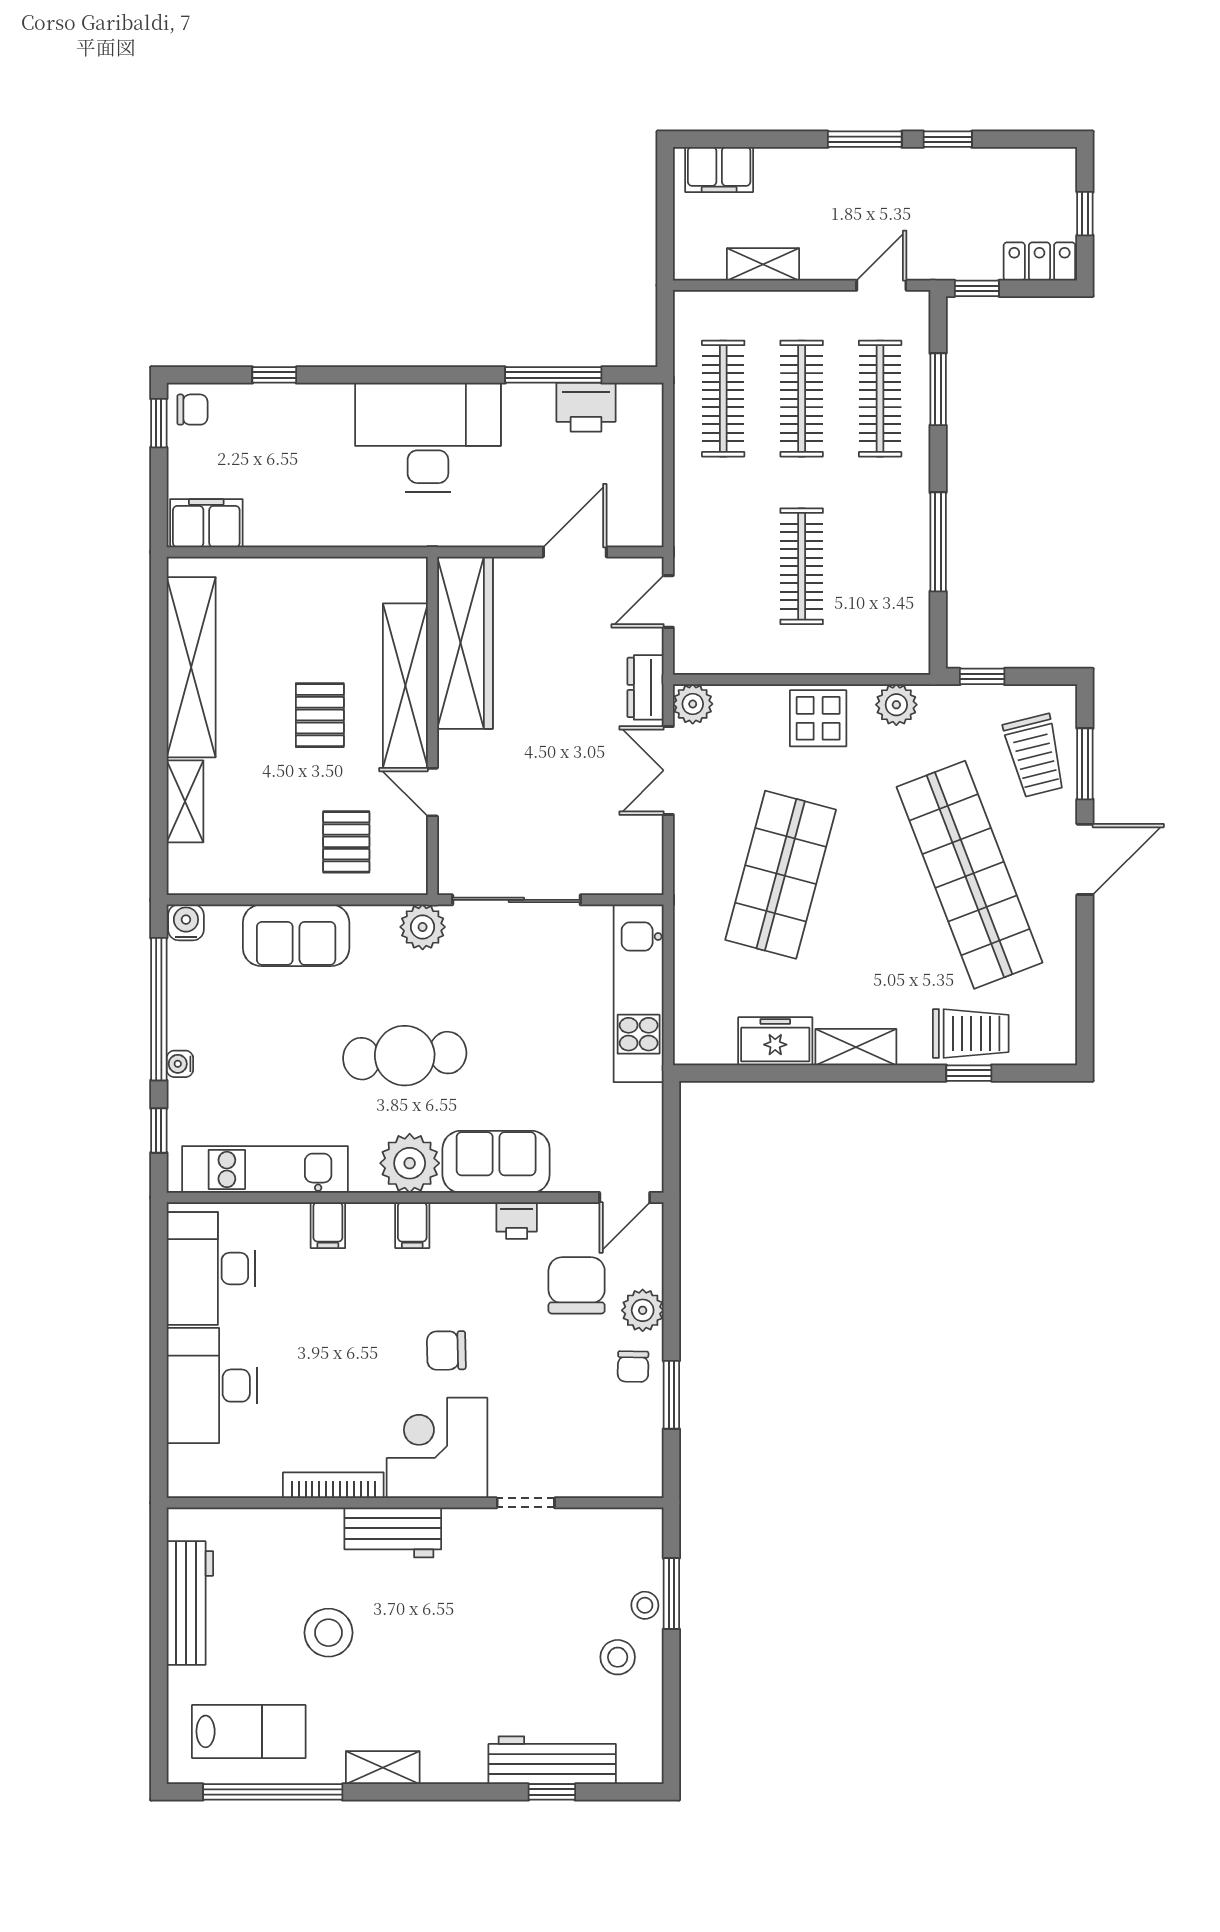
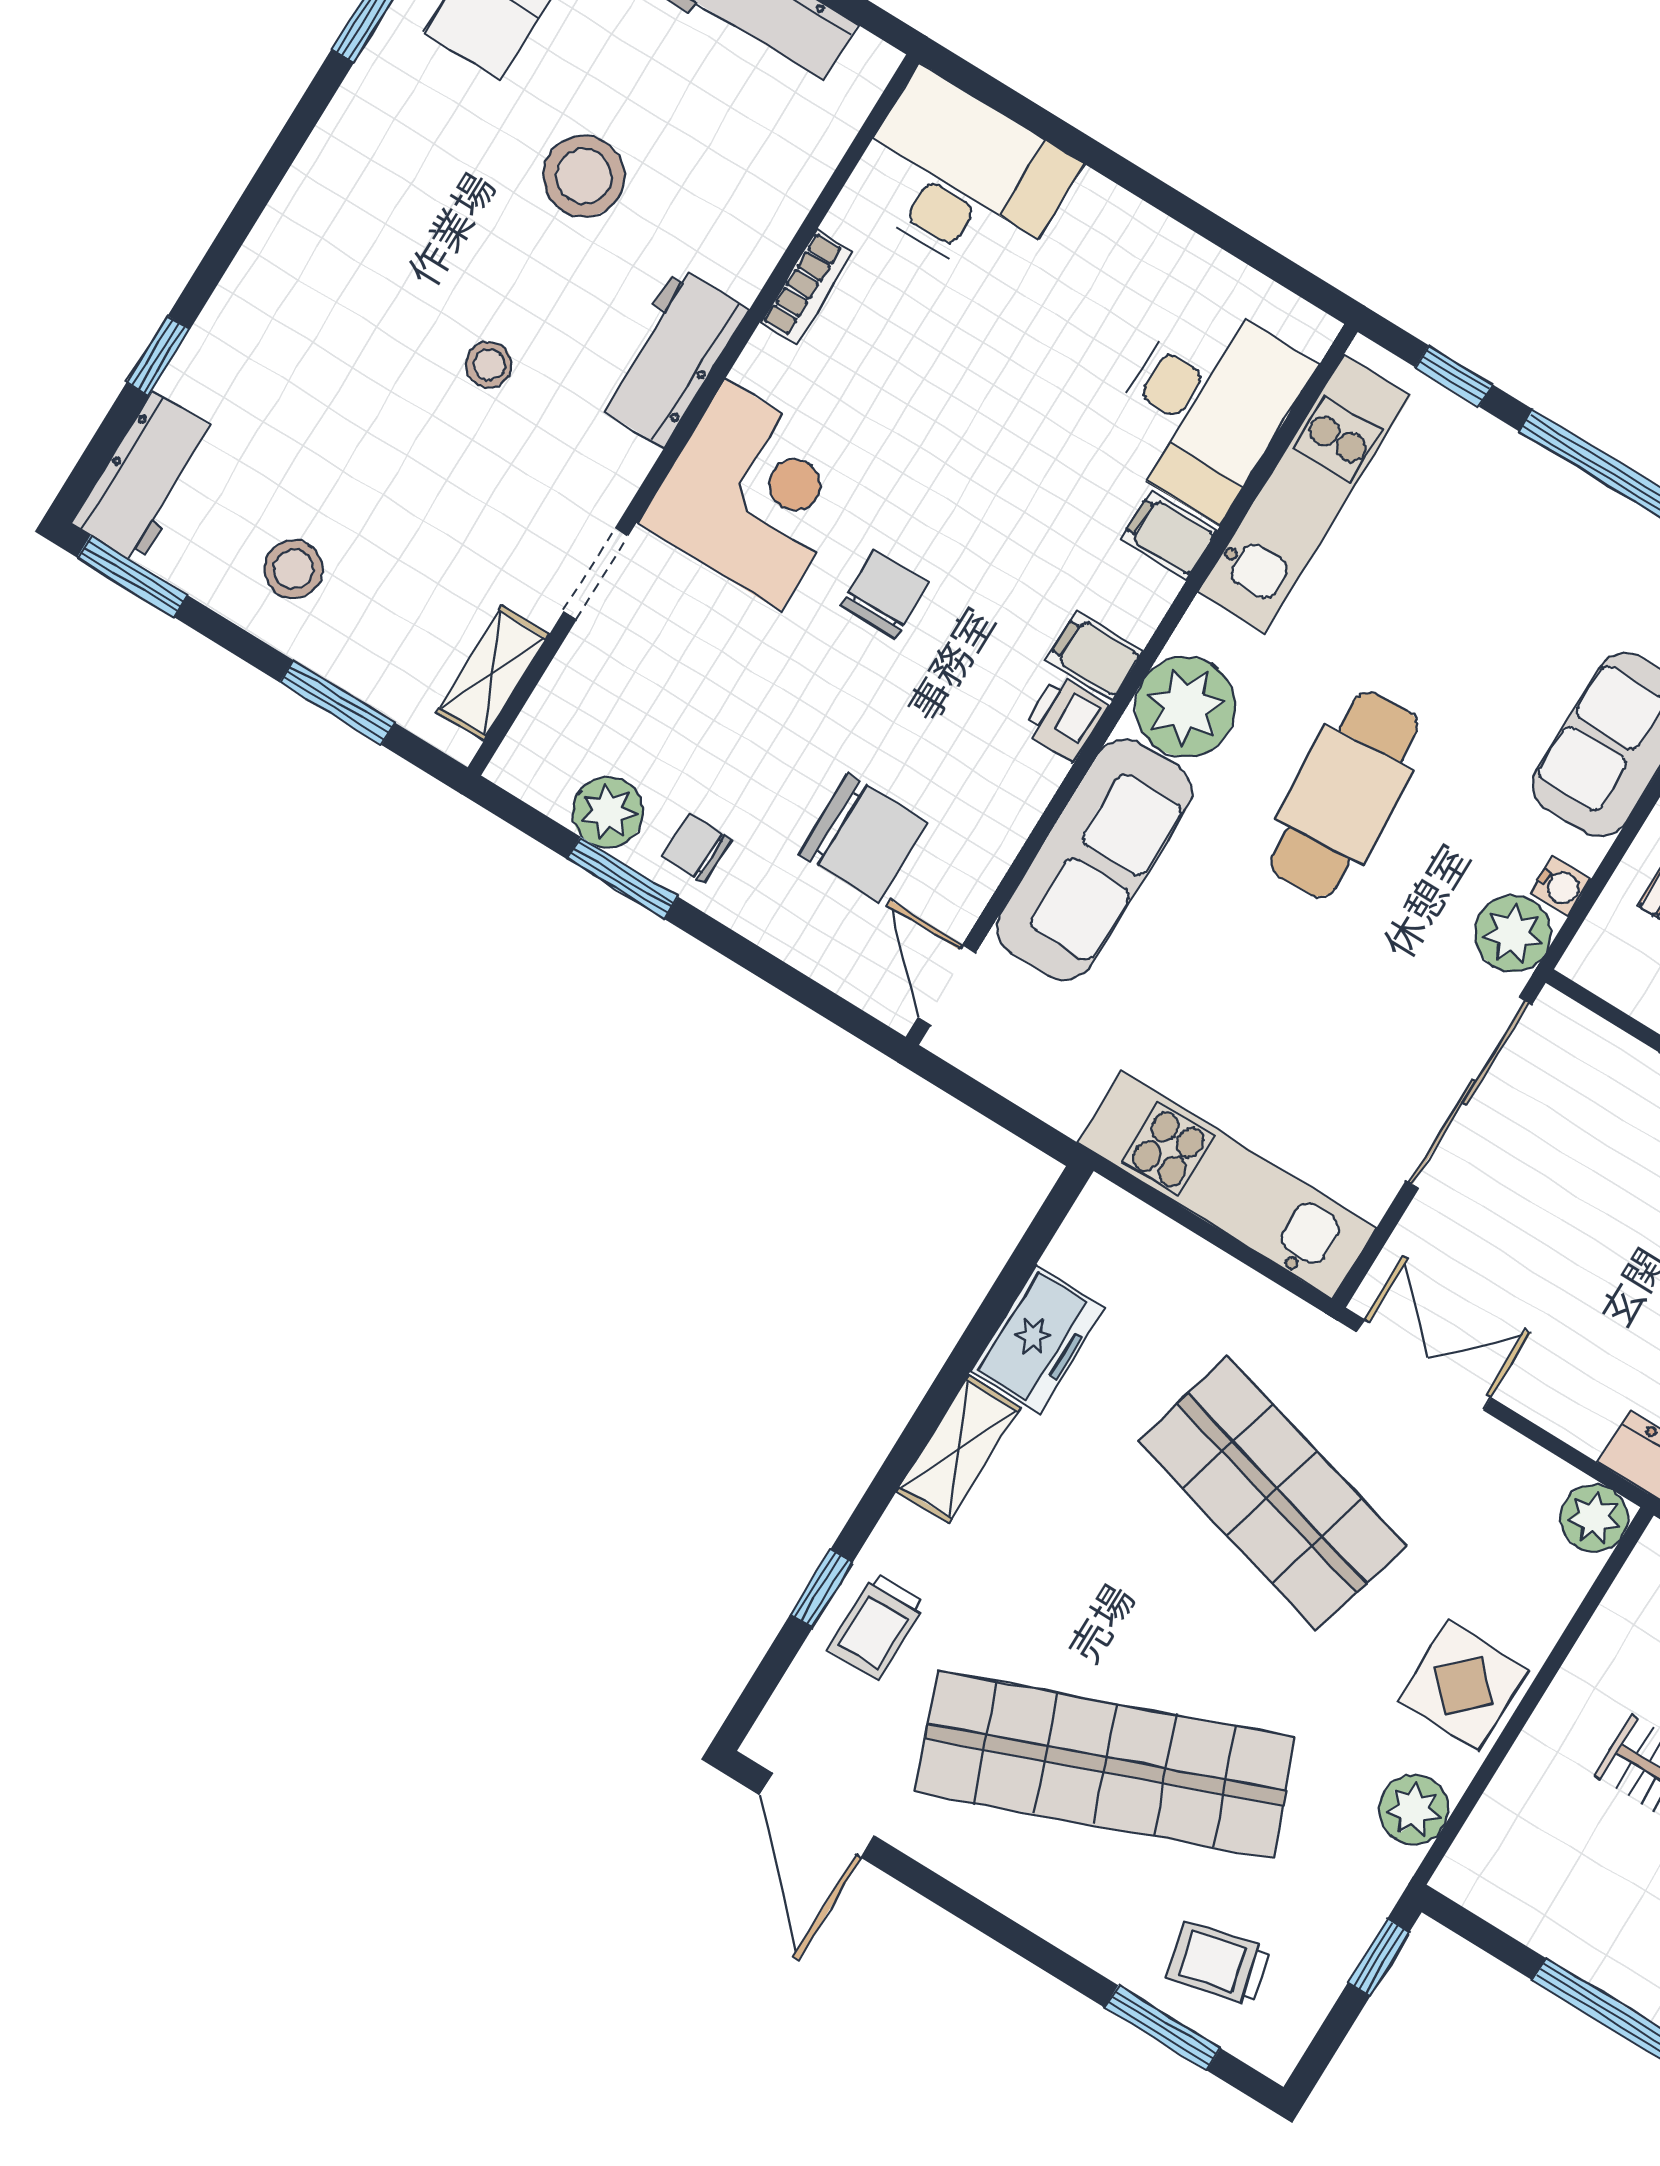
trolley: (1035, 756) -> (1219, 1963), width x0.73, depth x0.72
double door: (668, 770) -> (1424, 1365), moved
door: (1085, 859) -> (817, 1815), moved
trolley: (971, 1033) -> (877, 1626), width x0.73, depth x0.72
water cooler: (180, 1064) -> (1560, 886), moved, turned 90
sofa: (496, 1162) -> (1094, 860), width x1.36
printer: (517, 1221) -> (1065, 718), moved
desk: (211, 1268) -> (1206, 406), moved, turned 90
plant: (643, 1310) -> (608, 812), moved
desk: (212, 1386) -> (962, 178), moved
bookcase: (333, 1485) -> (807, 287), width x0.64
stool: (645, 1605) -> (489, 365), moved
window: (671, 1737) -> (132, 576), added
workbench: (552, 1760) -> (146, 478), moved, width x0.73
shelving: (383, 1768) -> (493, 673), moved

